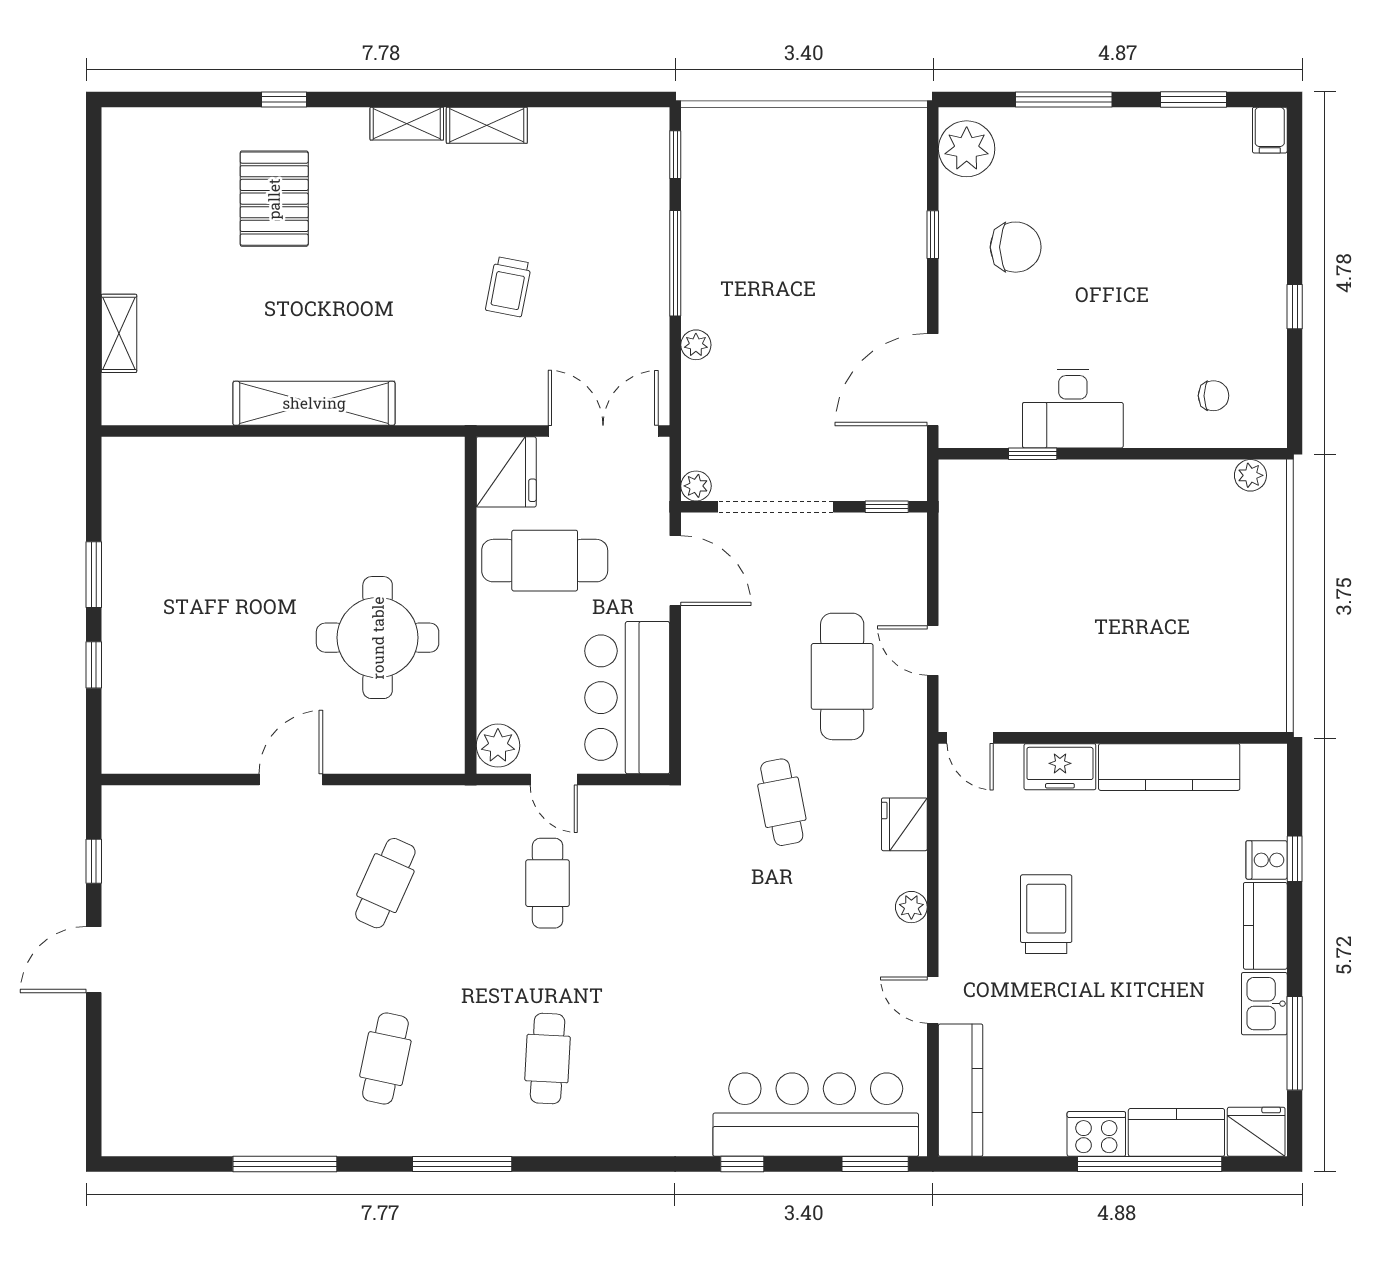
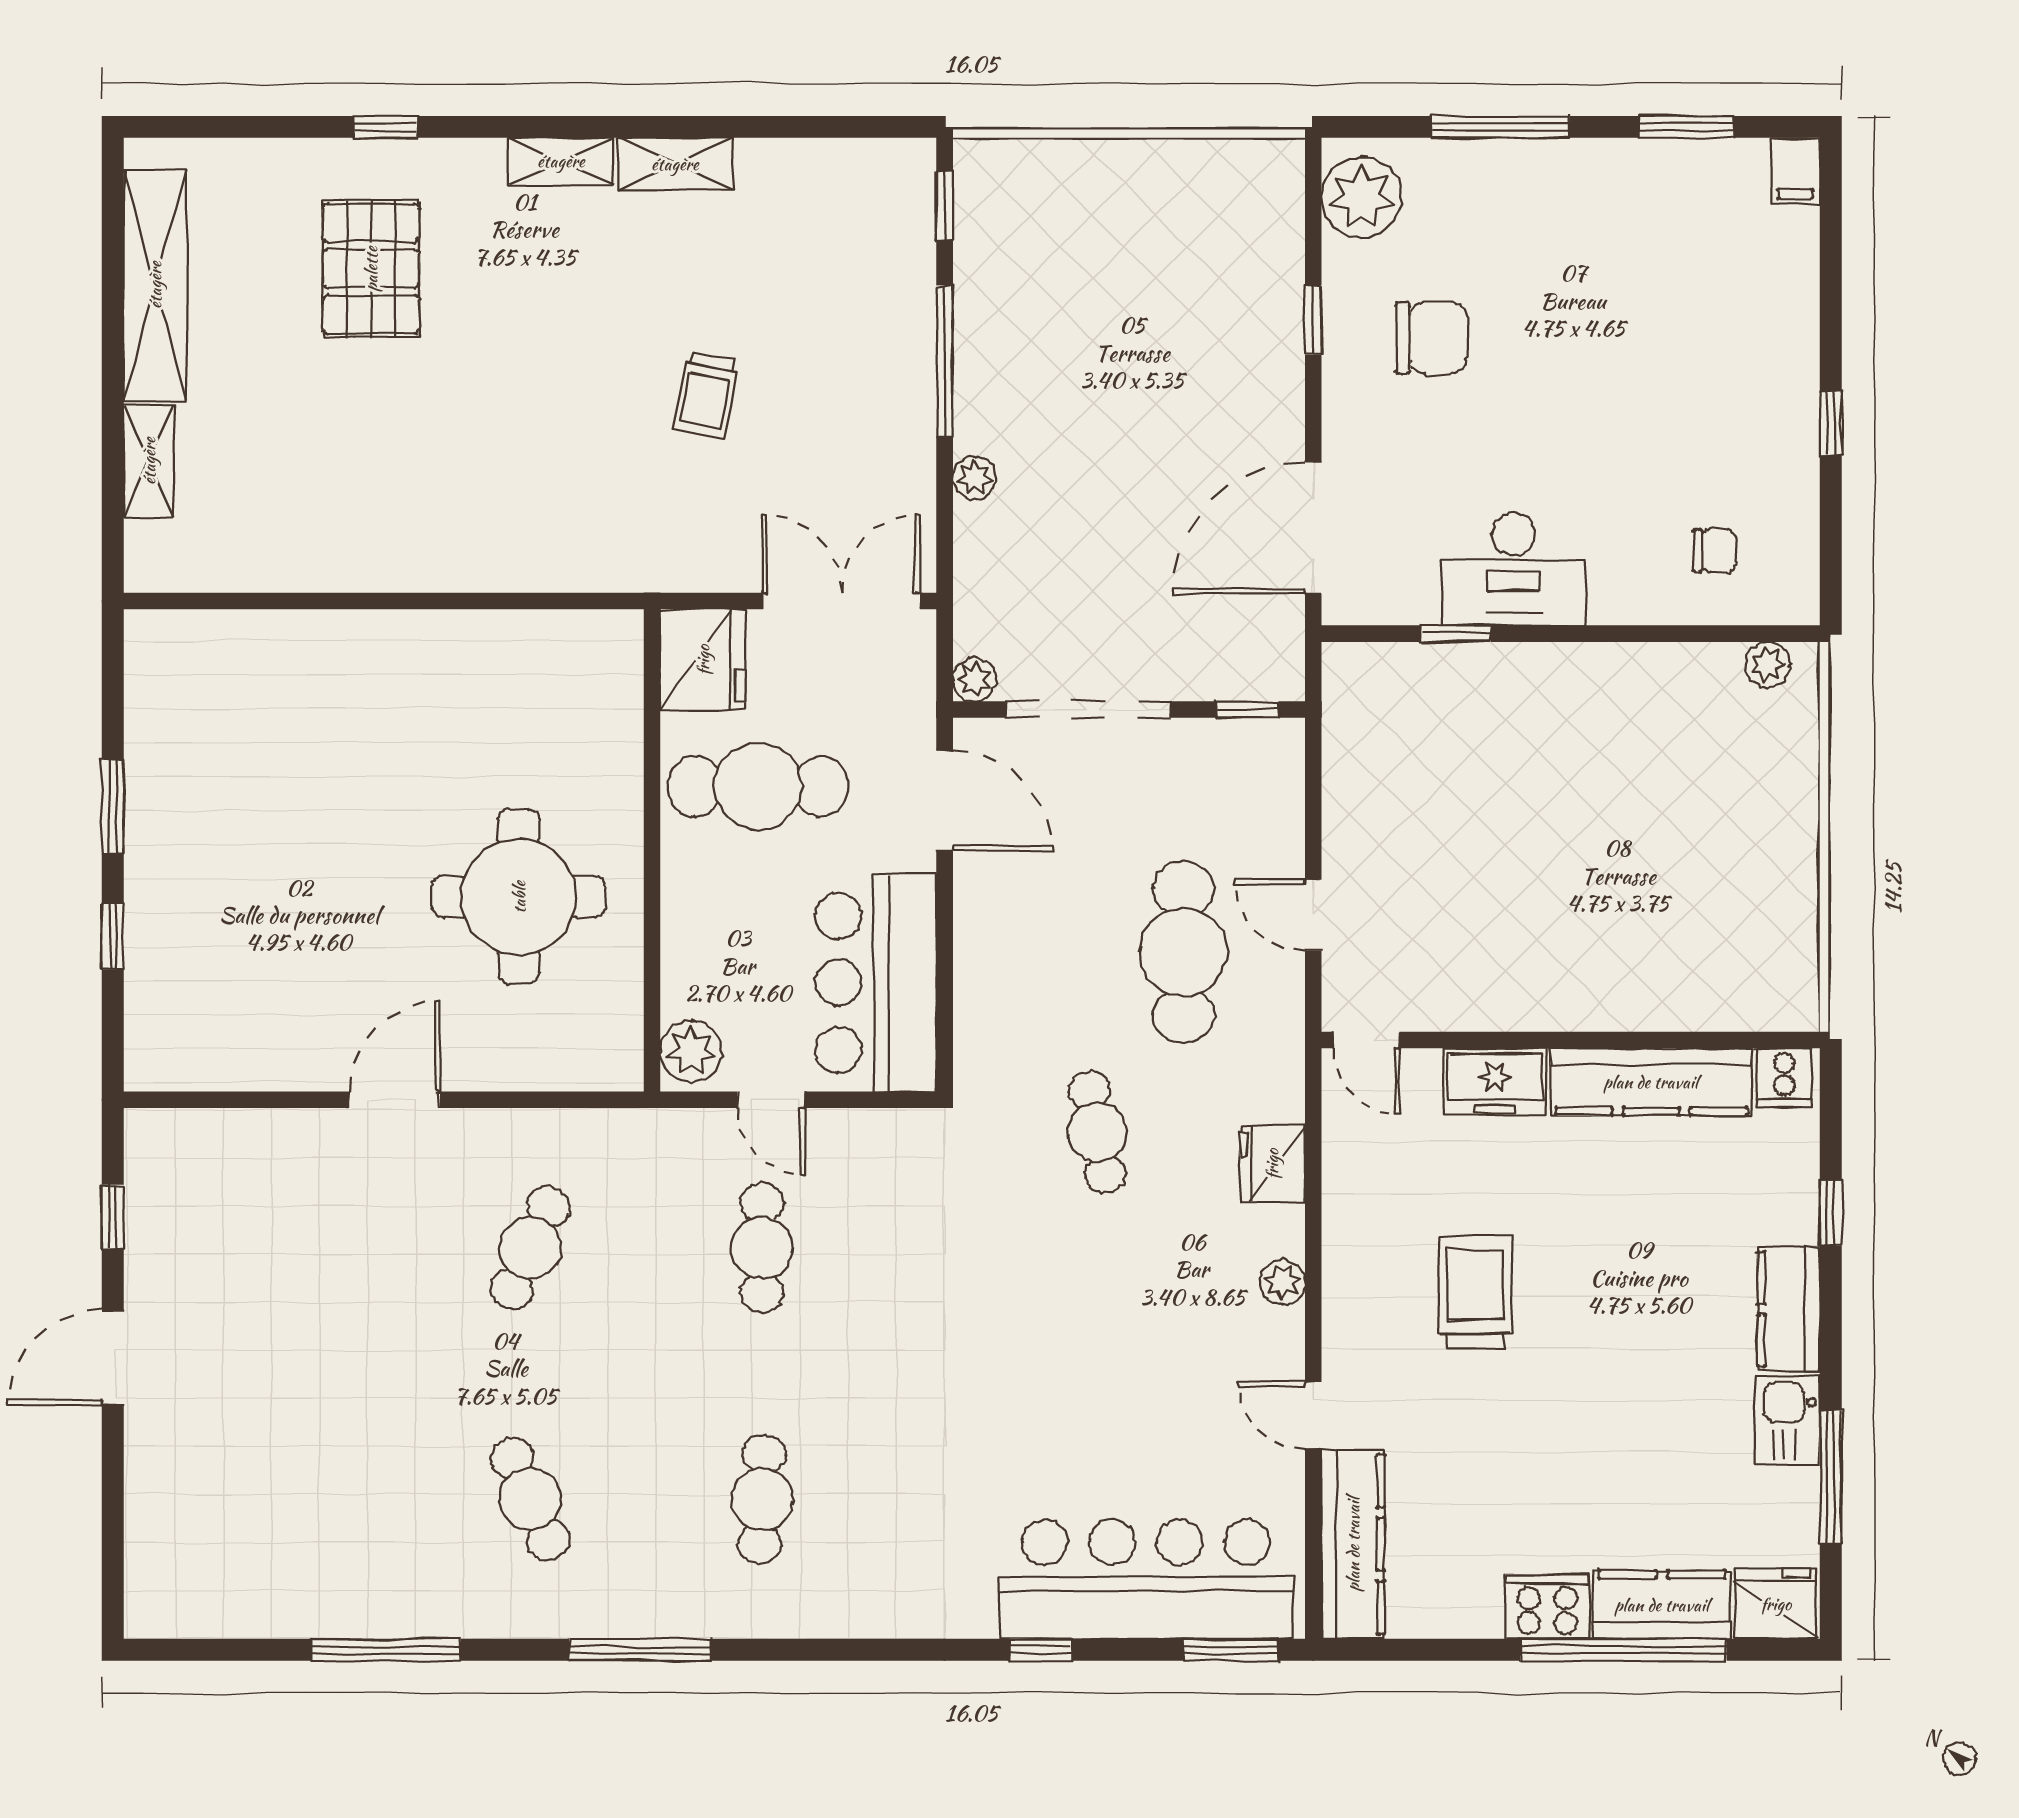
shelving: (314, 403) -> (155, 285), moved, turned 90
cooker: (1267, 860) -> (1784, 1077), moved, turned -90
cafe table: (385, 1059) -> (530, 1499), turned -36

